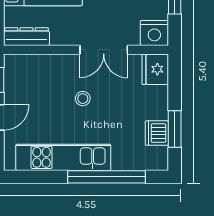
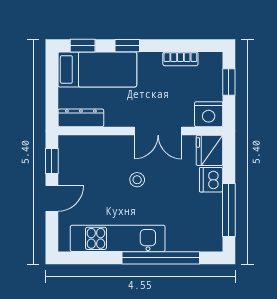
window: (175, 129) -> (229, 210), width x1.44
dishwasher: (157, 133) -> (211, 180), moved

